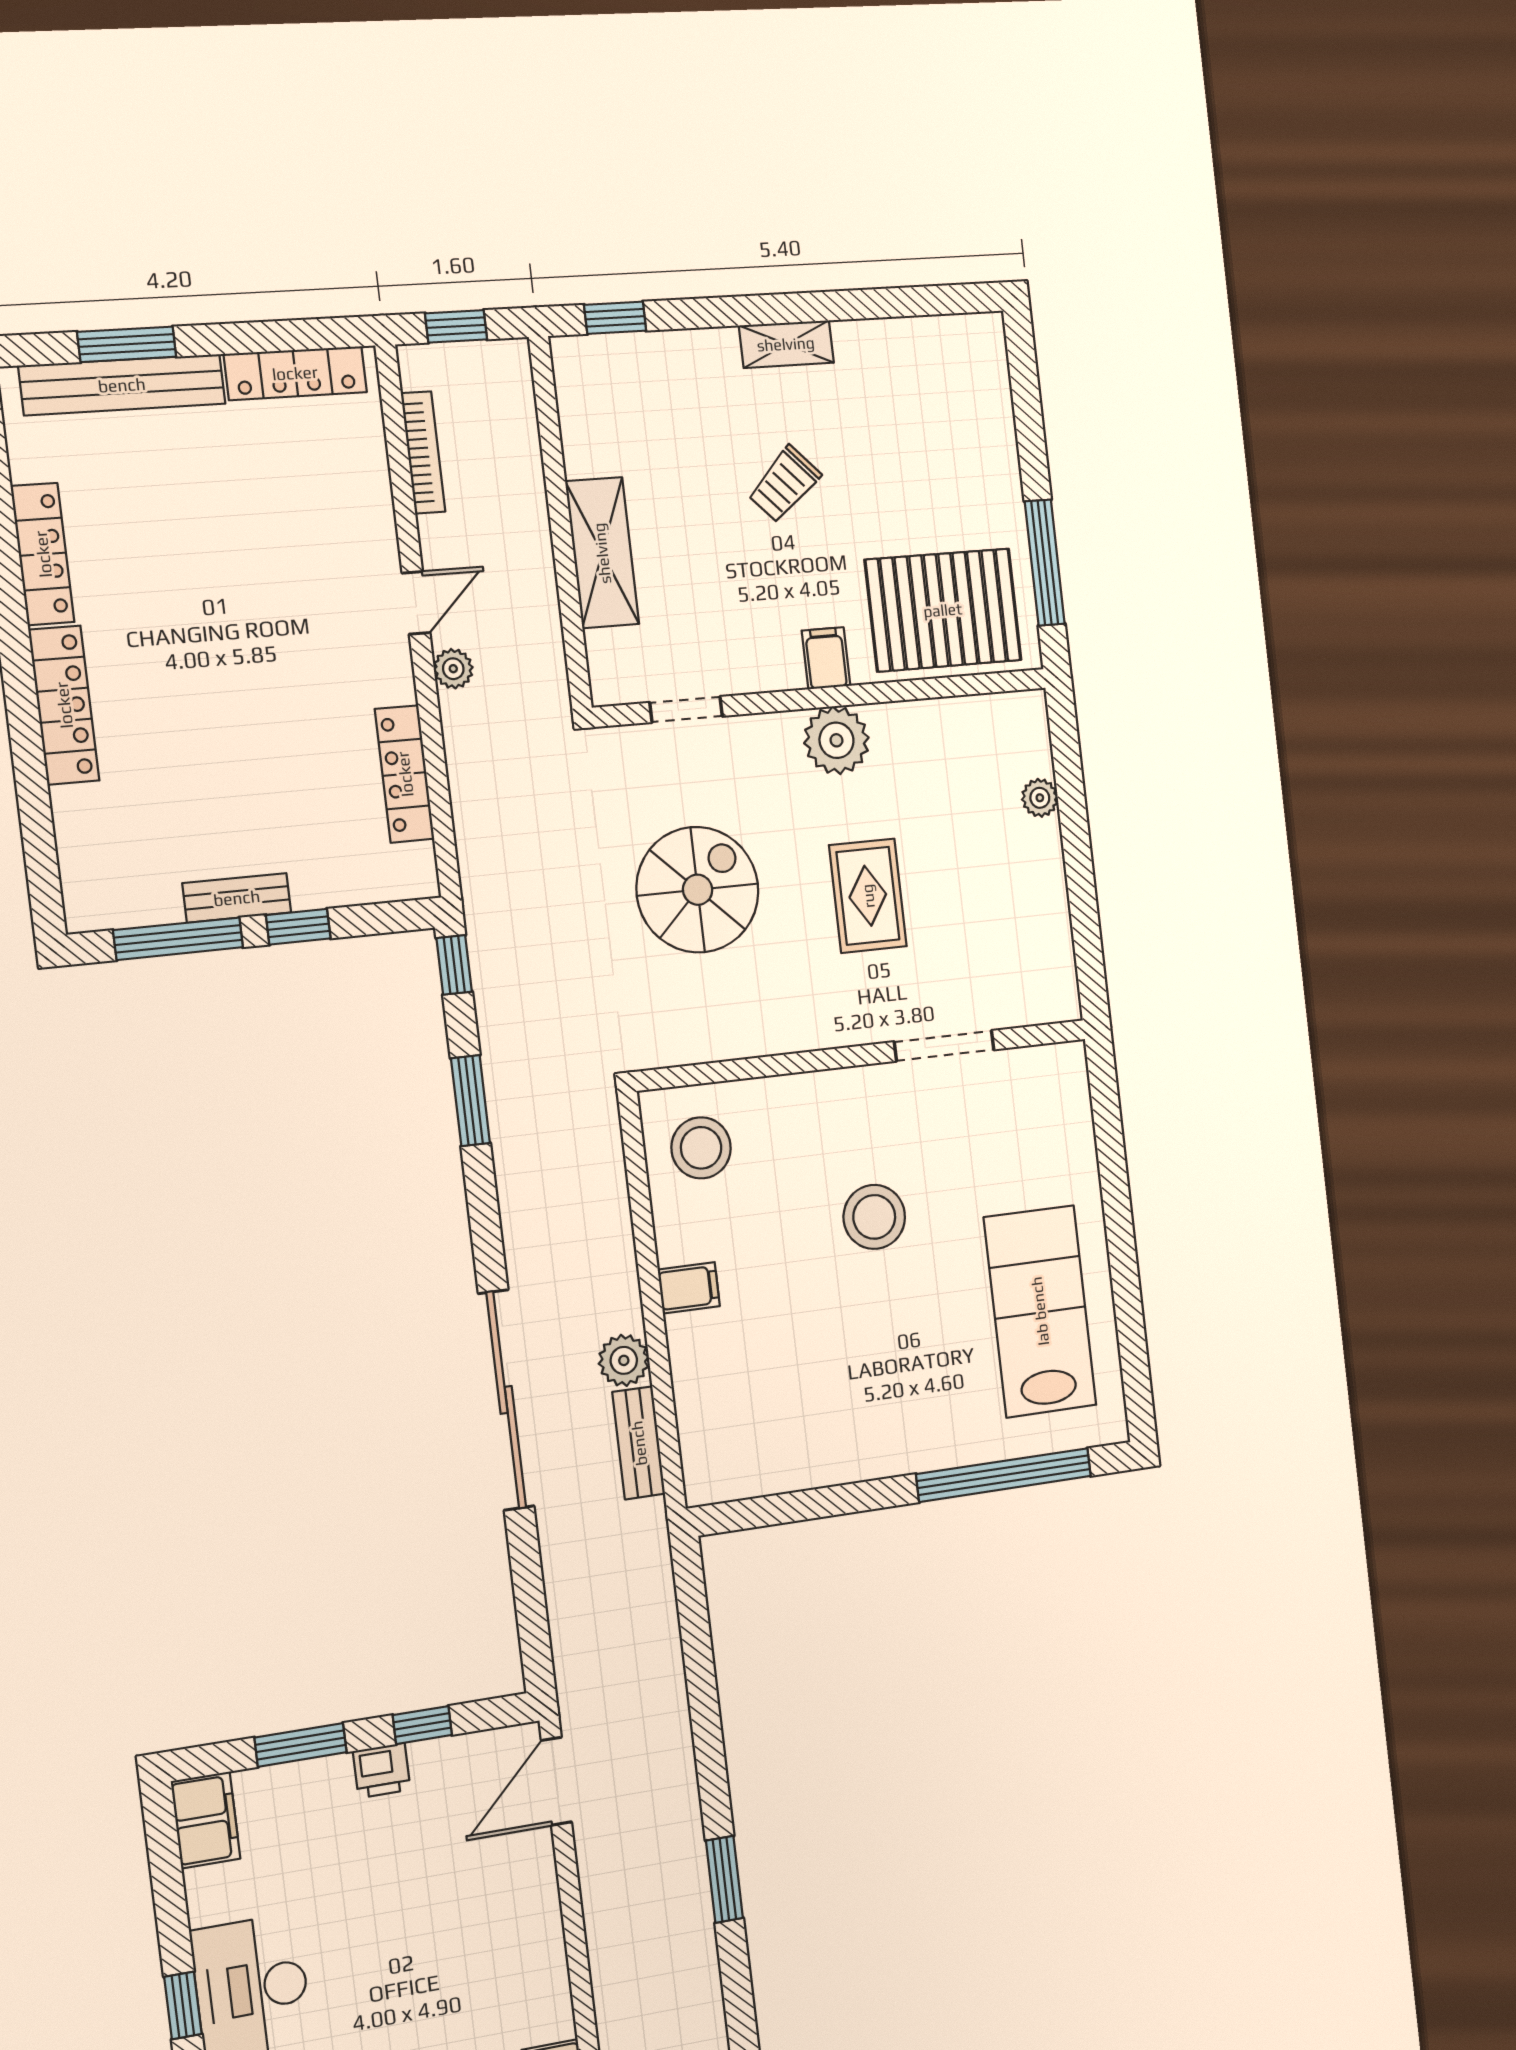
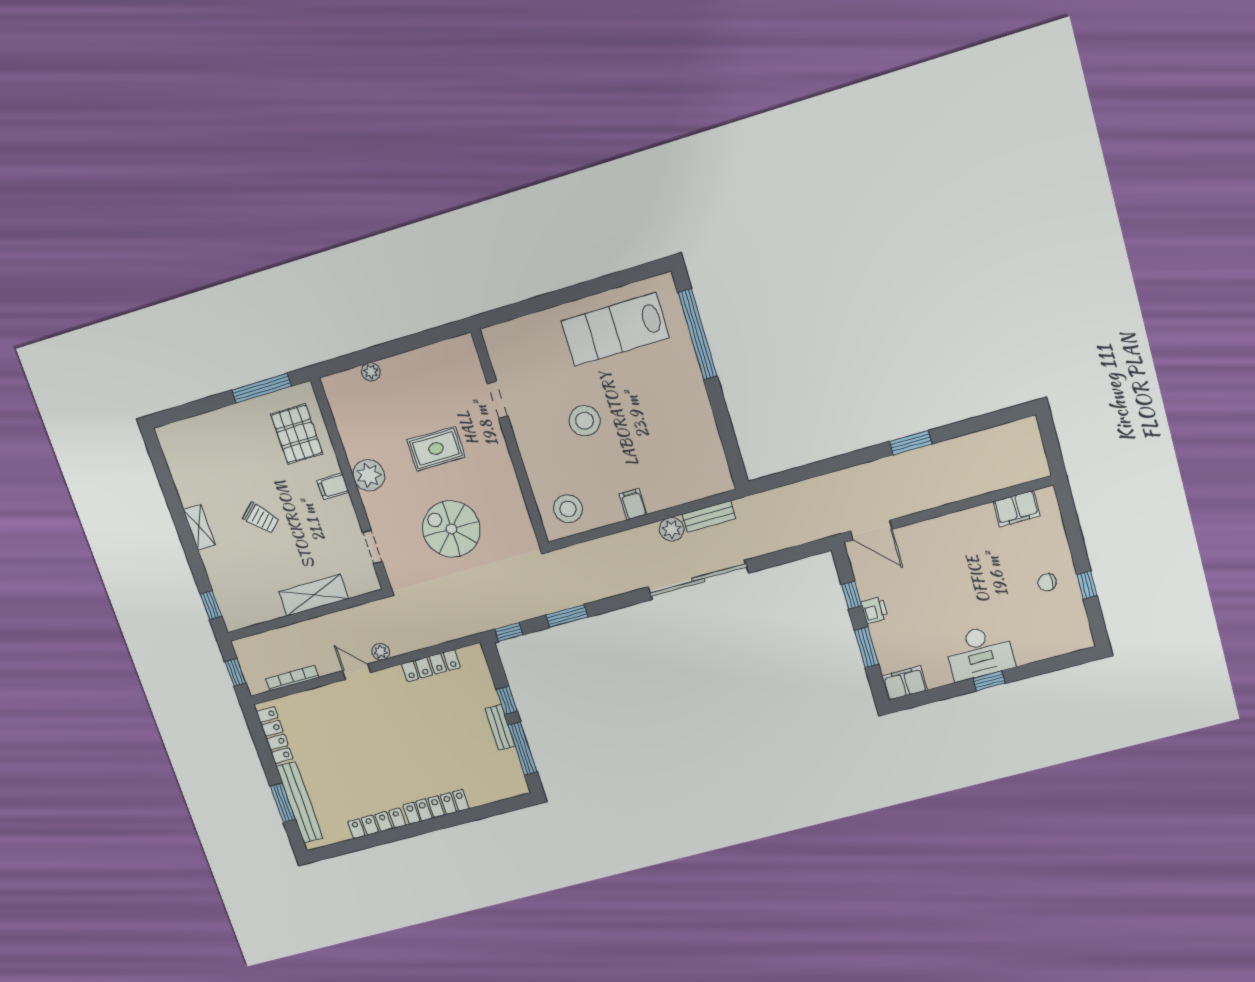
pallet: (943, 610) -> (297, 434), width x0.73, depth x0.71
doorway: (944, 1046) -> (498, 400), width x0.73

